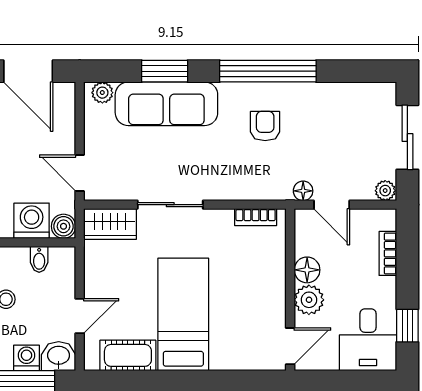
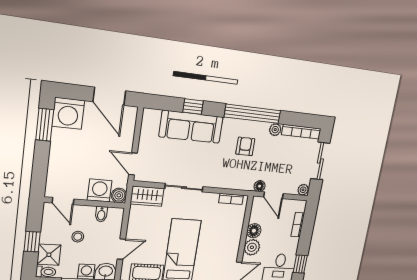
window: (165, 71) -> (193, 107), width x0.67
bookcase: (361, 91) -> (301, 132), added
plant: (102, 93) -> (275, 130), moved

